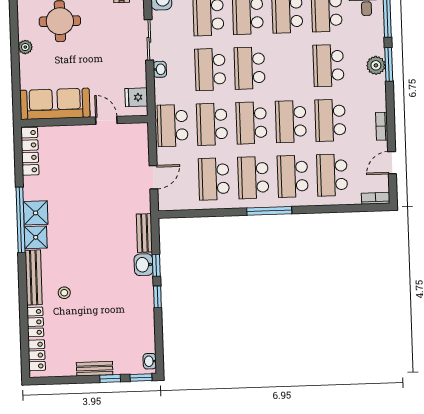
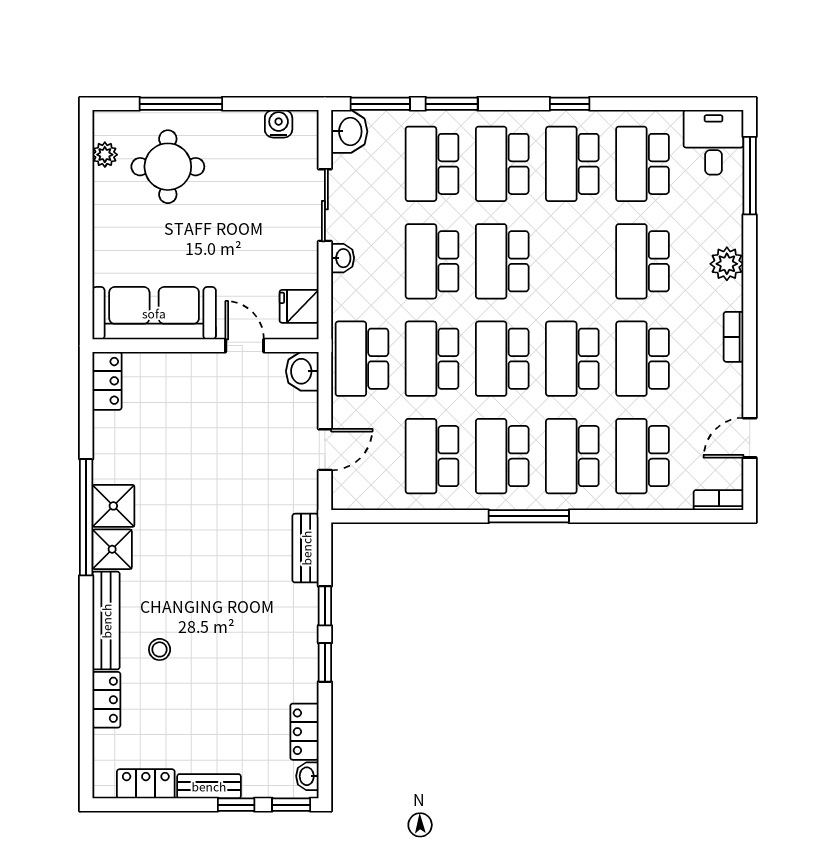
plant: (25, 47) -> (105, 155), moved
window: (389, 64) -> (750, 263), removed
bookcase: (382, 126) -> (734, 337), moved
locker: (30, 151) -> (107, 381), width x0.66
washbasin: (144, 265) -> (302, 371), moved
locker: (147, 336) -> (304, 732), added
locker: (37, 355) -> (146, 784), moved, turned -90

